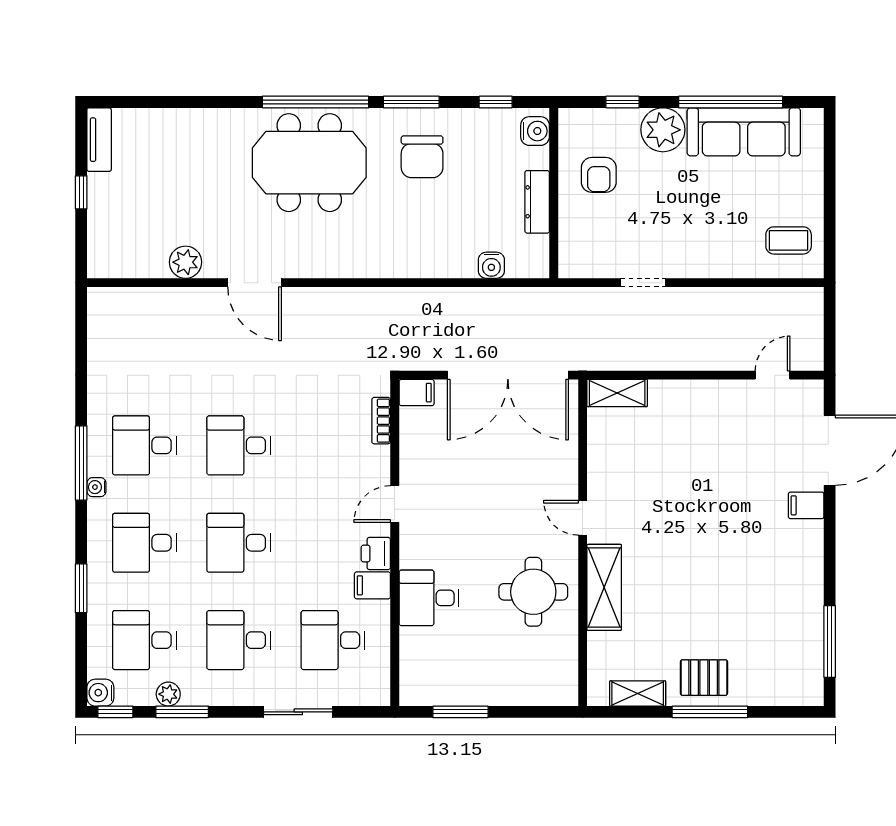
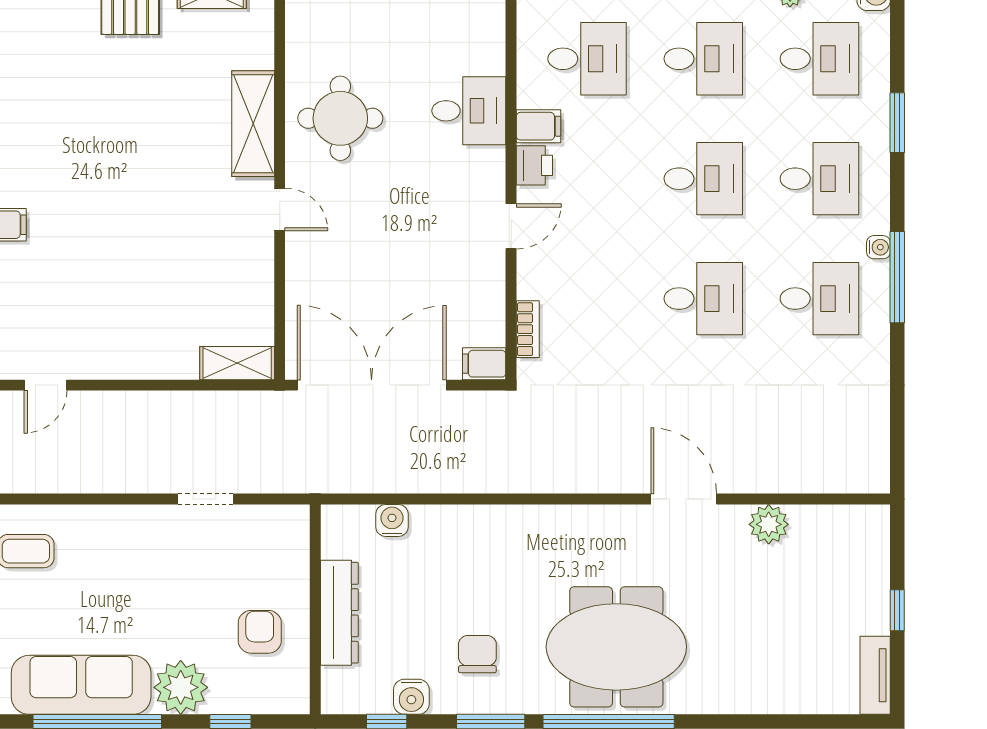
water cooler: (535, 131) -> (411, 697), moved, turned -90
chair: (422, 157) -> (477, 654), width x0.73, depth x0.73
dresser: (537, 202) -> (339, 613), width x1.37, depth x1.24

